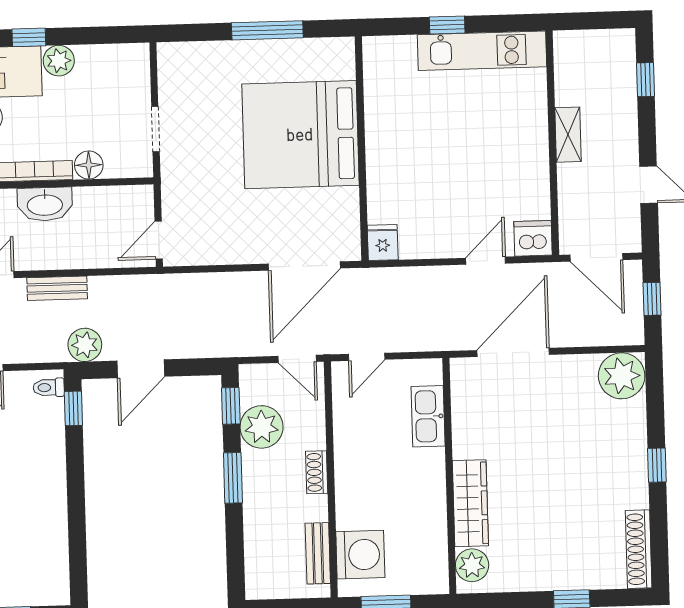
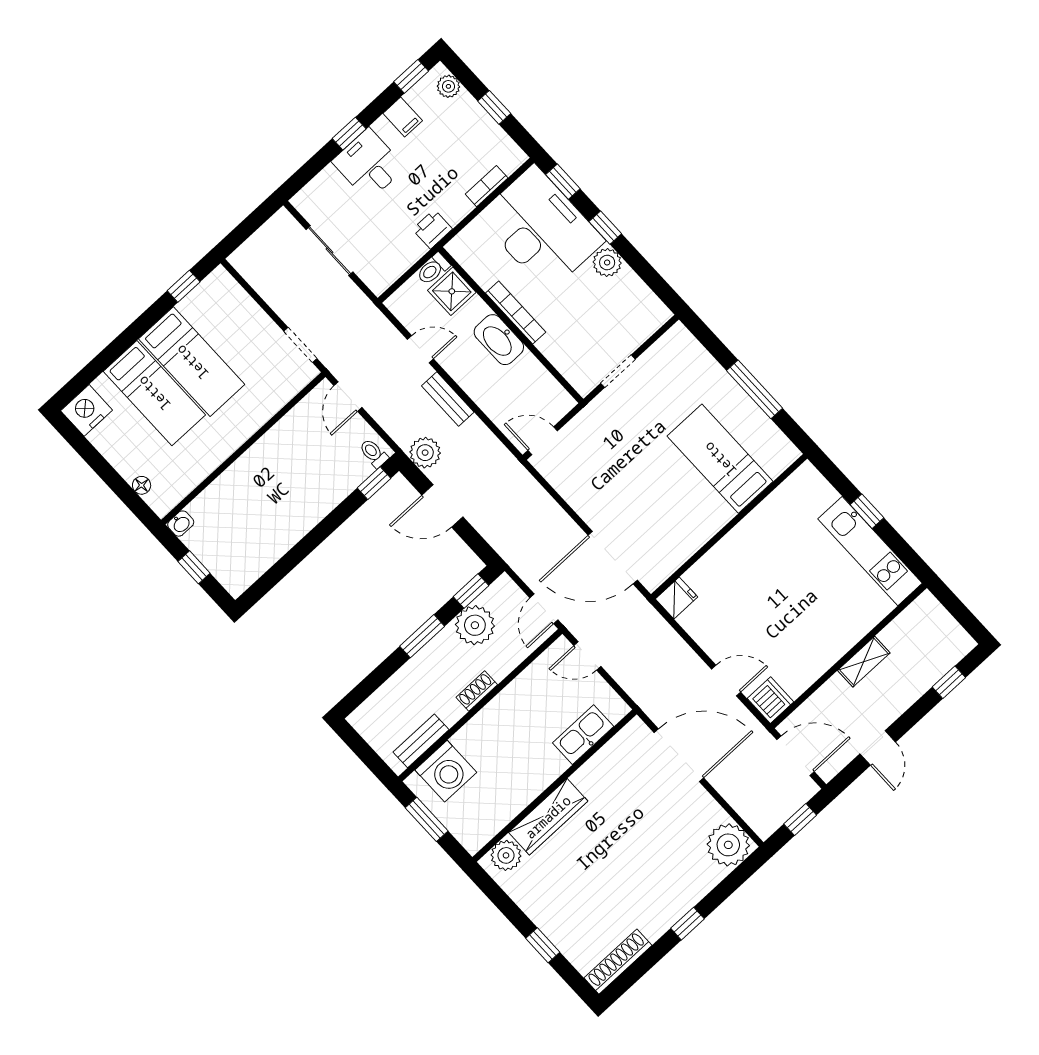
bed: (300, 135) -> (720, 459), width x0.49
floor lamp: (89, 165) -> (553, 347), removed
door: (596, 257) -> (796, 756), swing flipped

